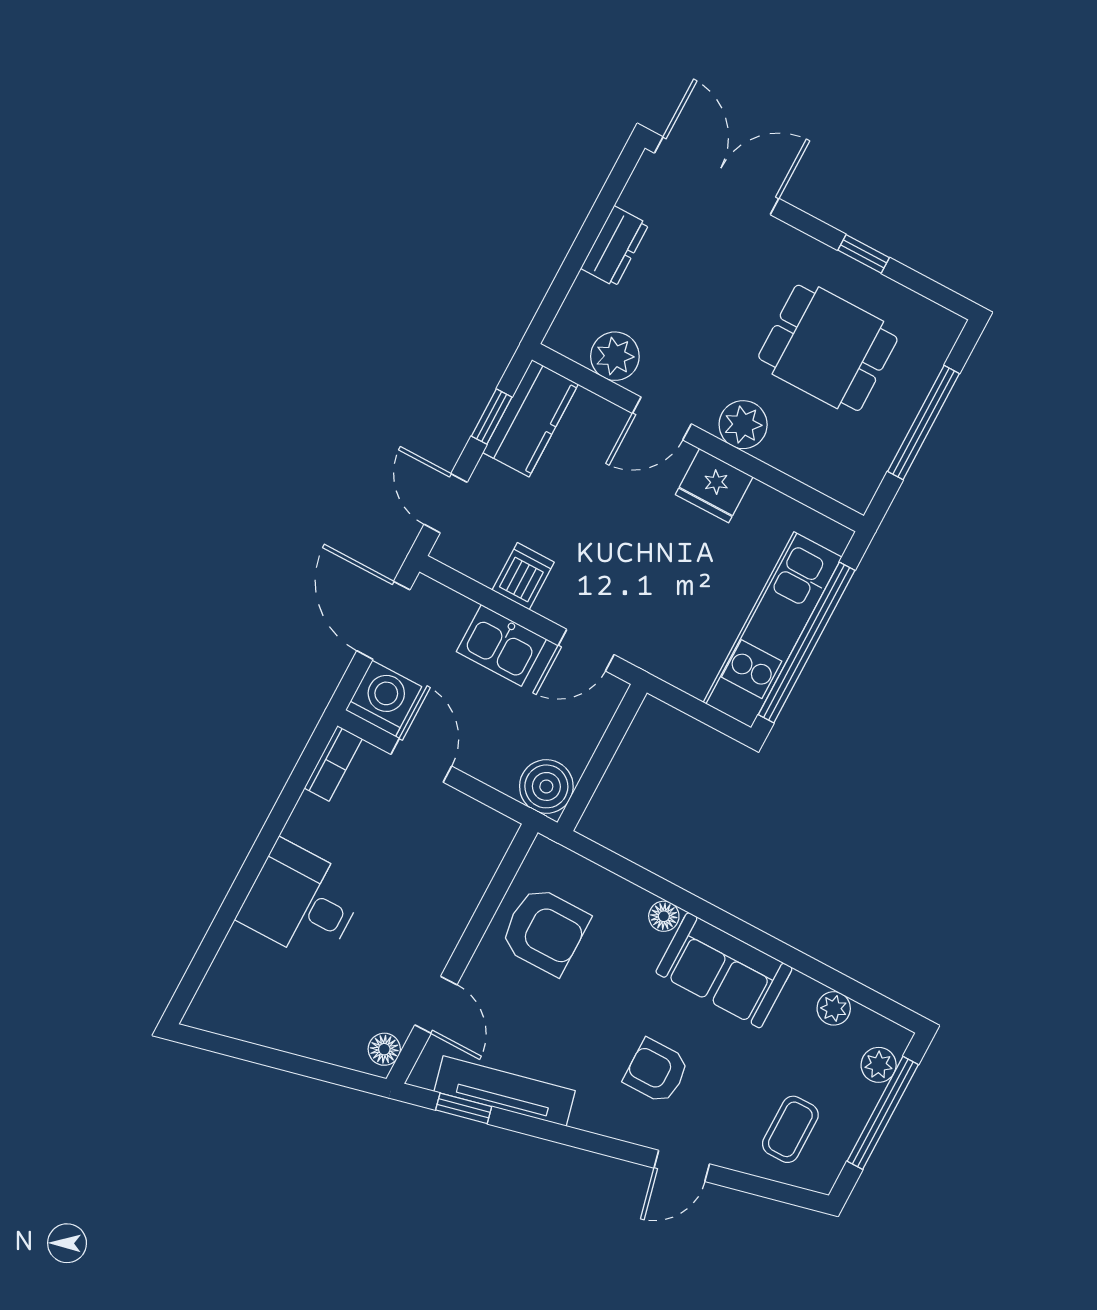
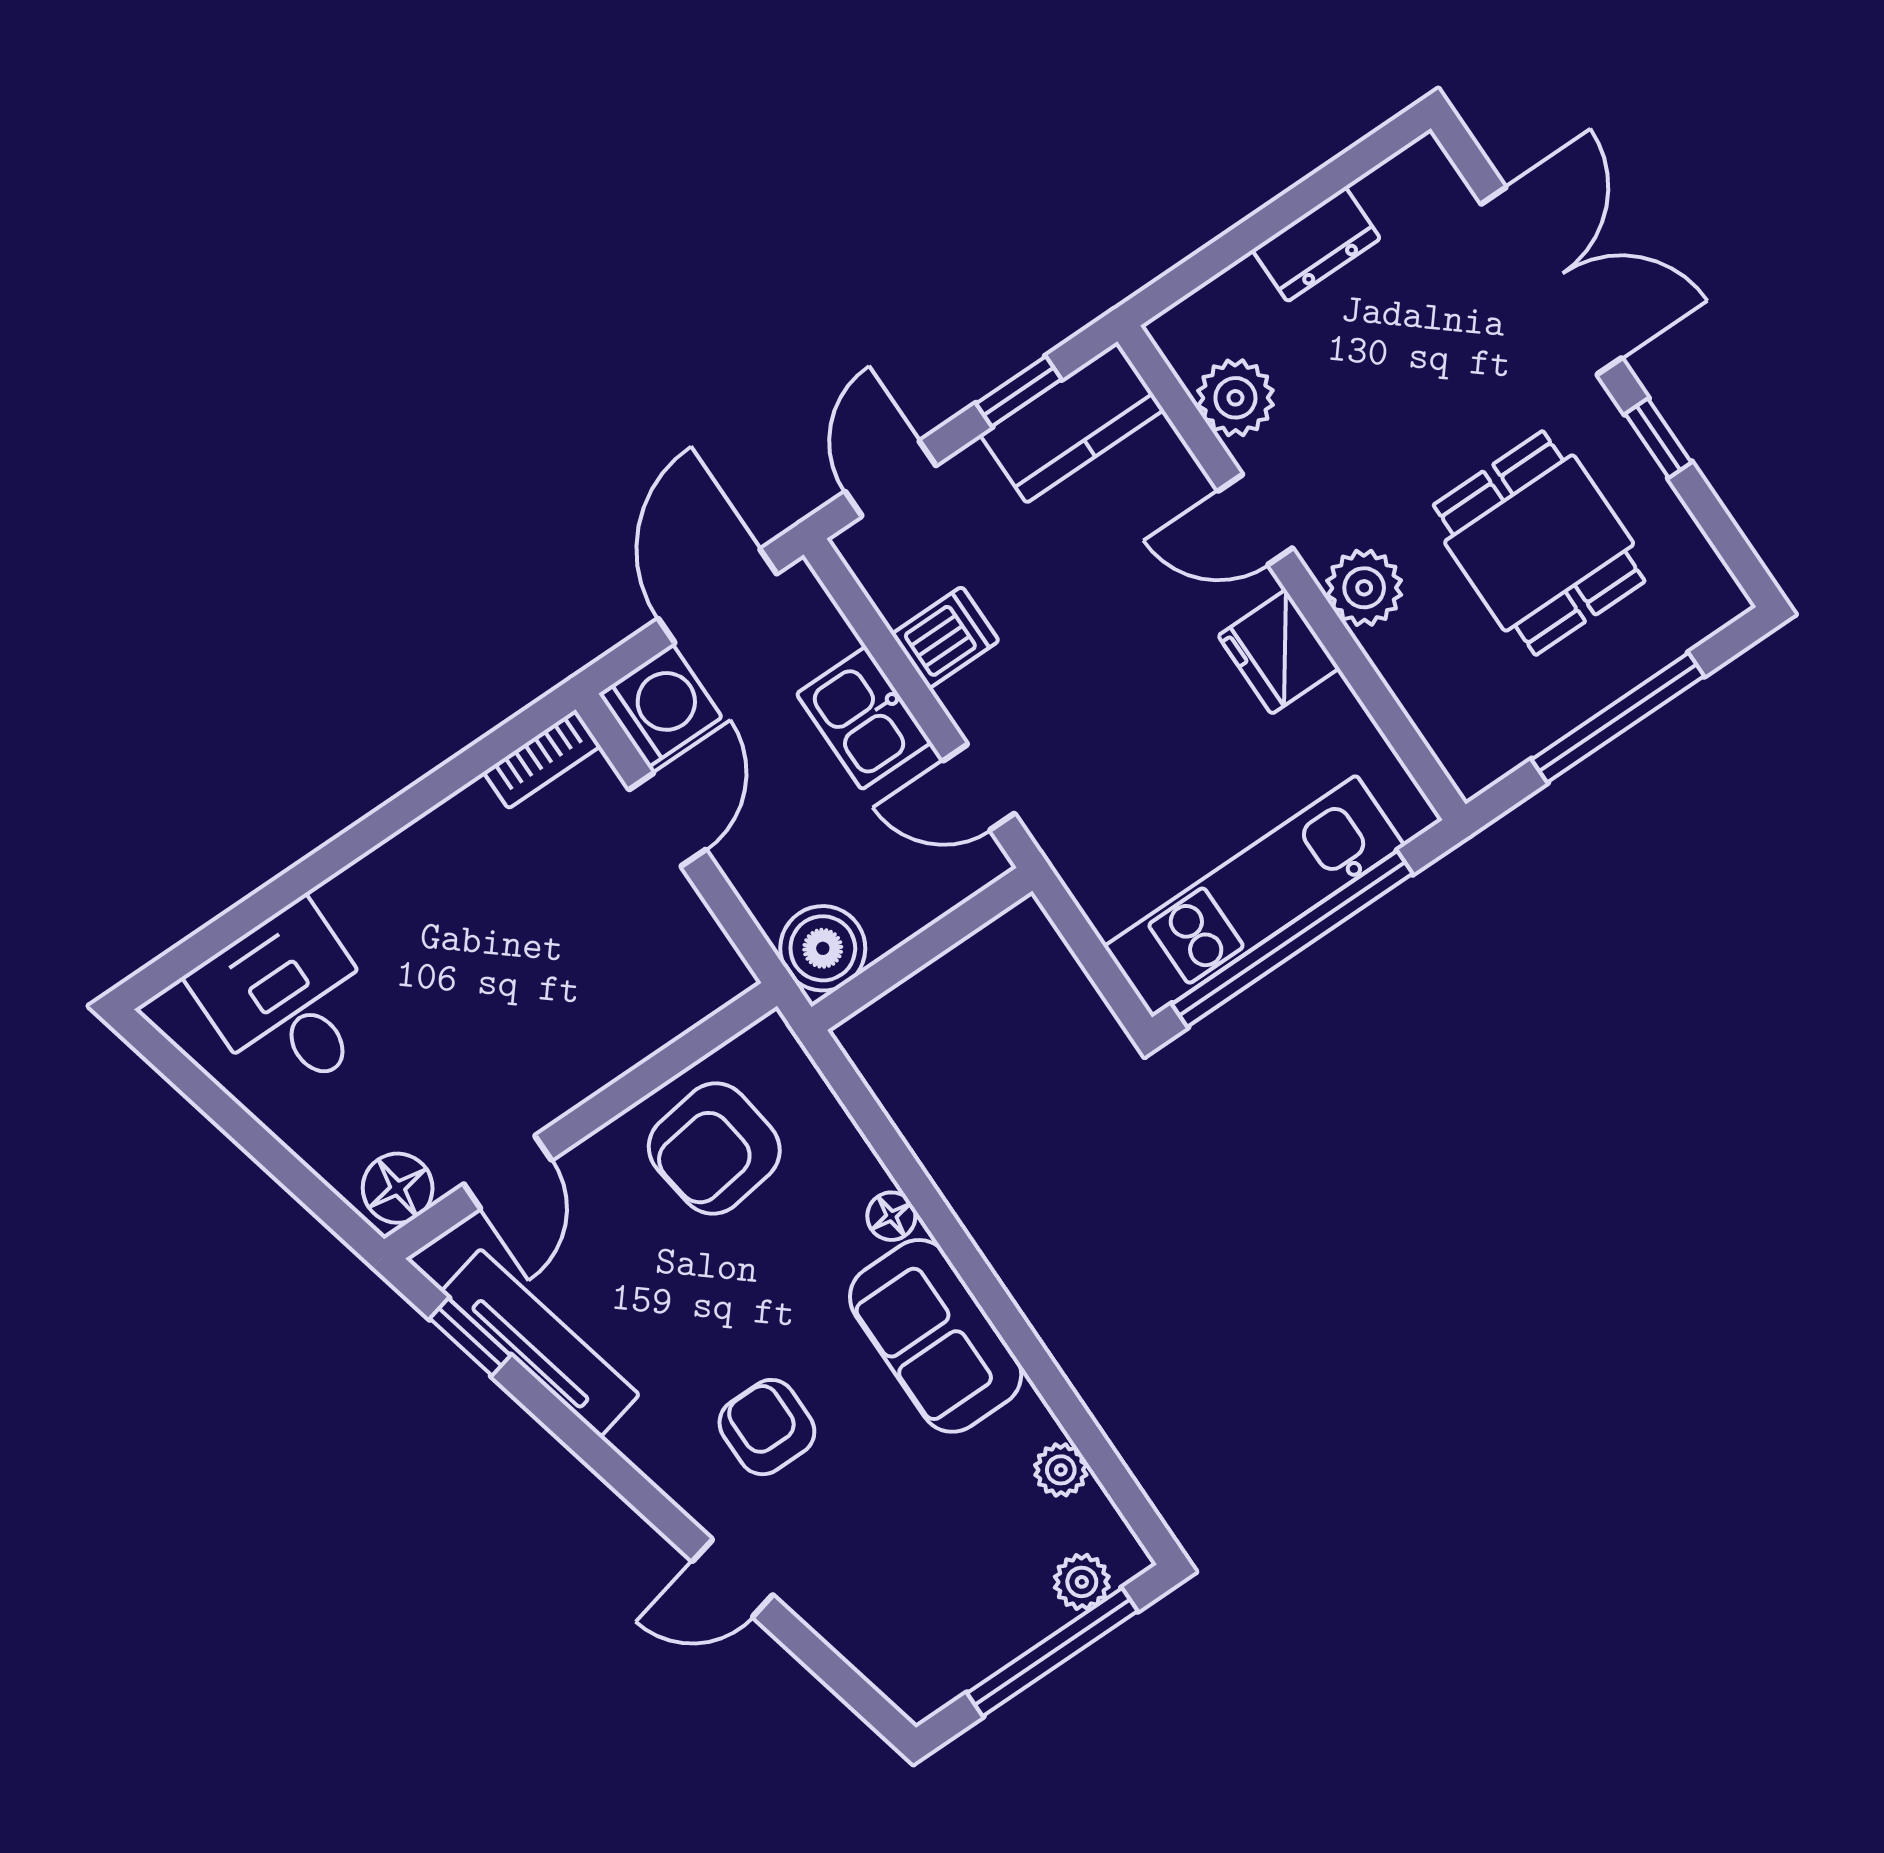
double door: (717, 176) -> (1551, 281), moved
desk: (301, 902) -> (289, 1002), moved
armchair: (545, 931) -> (714, 1149), turned 82
floor lamp: (384, 1049) -> (398, 1188), width x1.37, depth x1.37
coffee table: (790, 1129) -> (911, 1607), removed

